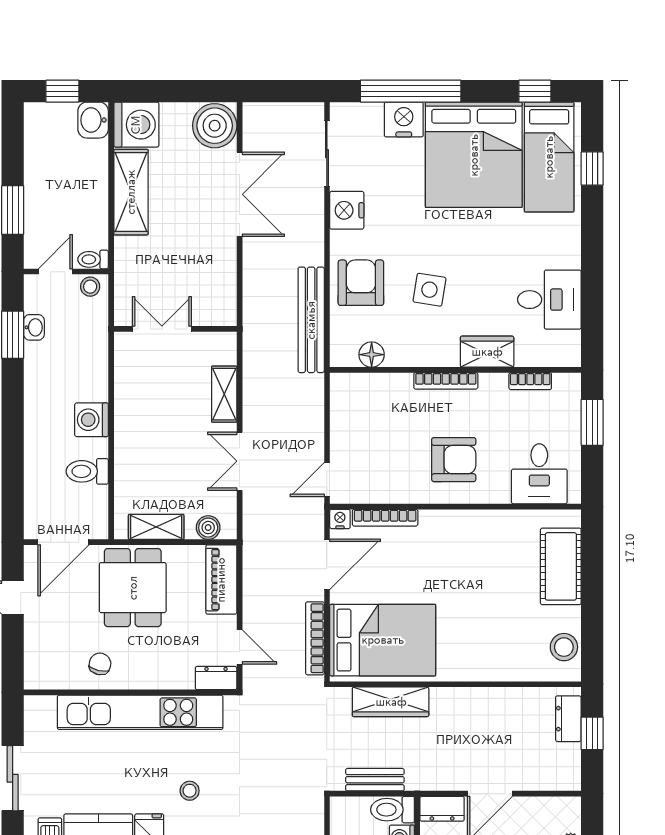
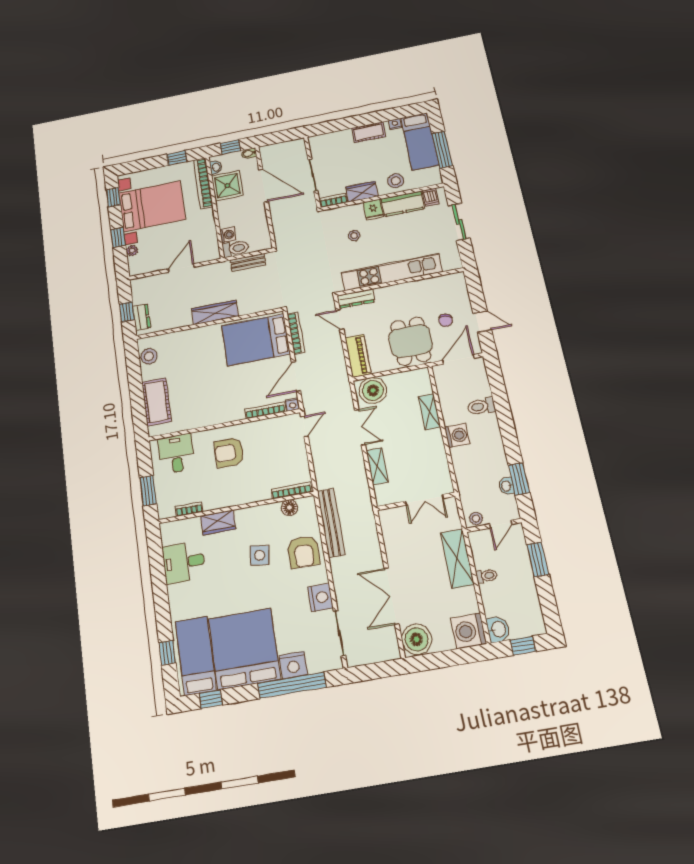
shelving: (131, 192) -> (457, 559), moved
toilet: (93, 259) -> (487, 576), moved
bookcase: (446, 381) -> (291, 490), moved
toilet: (87, 471) -> (481, 406), moved, turned 180
shelving: (156, 527) -> (430, 412), moved, turned 90
boiler: (208, 528) -> (373, 390), width x1.86, depth x1.86
chair: (100, 664) -> (446, 320), moved
dresser: (216, 678) -> (356, 299), width x1.44
wardrobe: (391, 702) -> (215, 312), moved
dresser: (442, 809) -> (207, 255), removed

